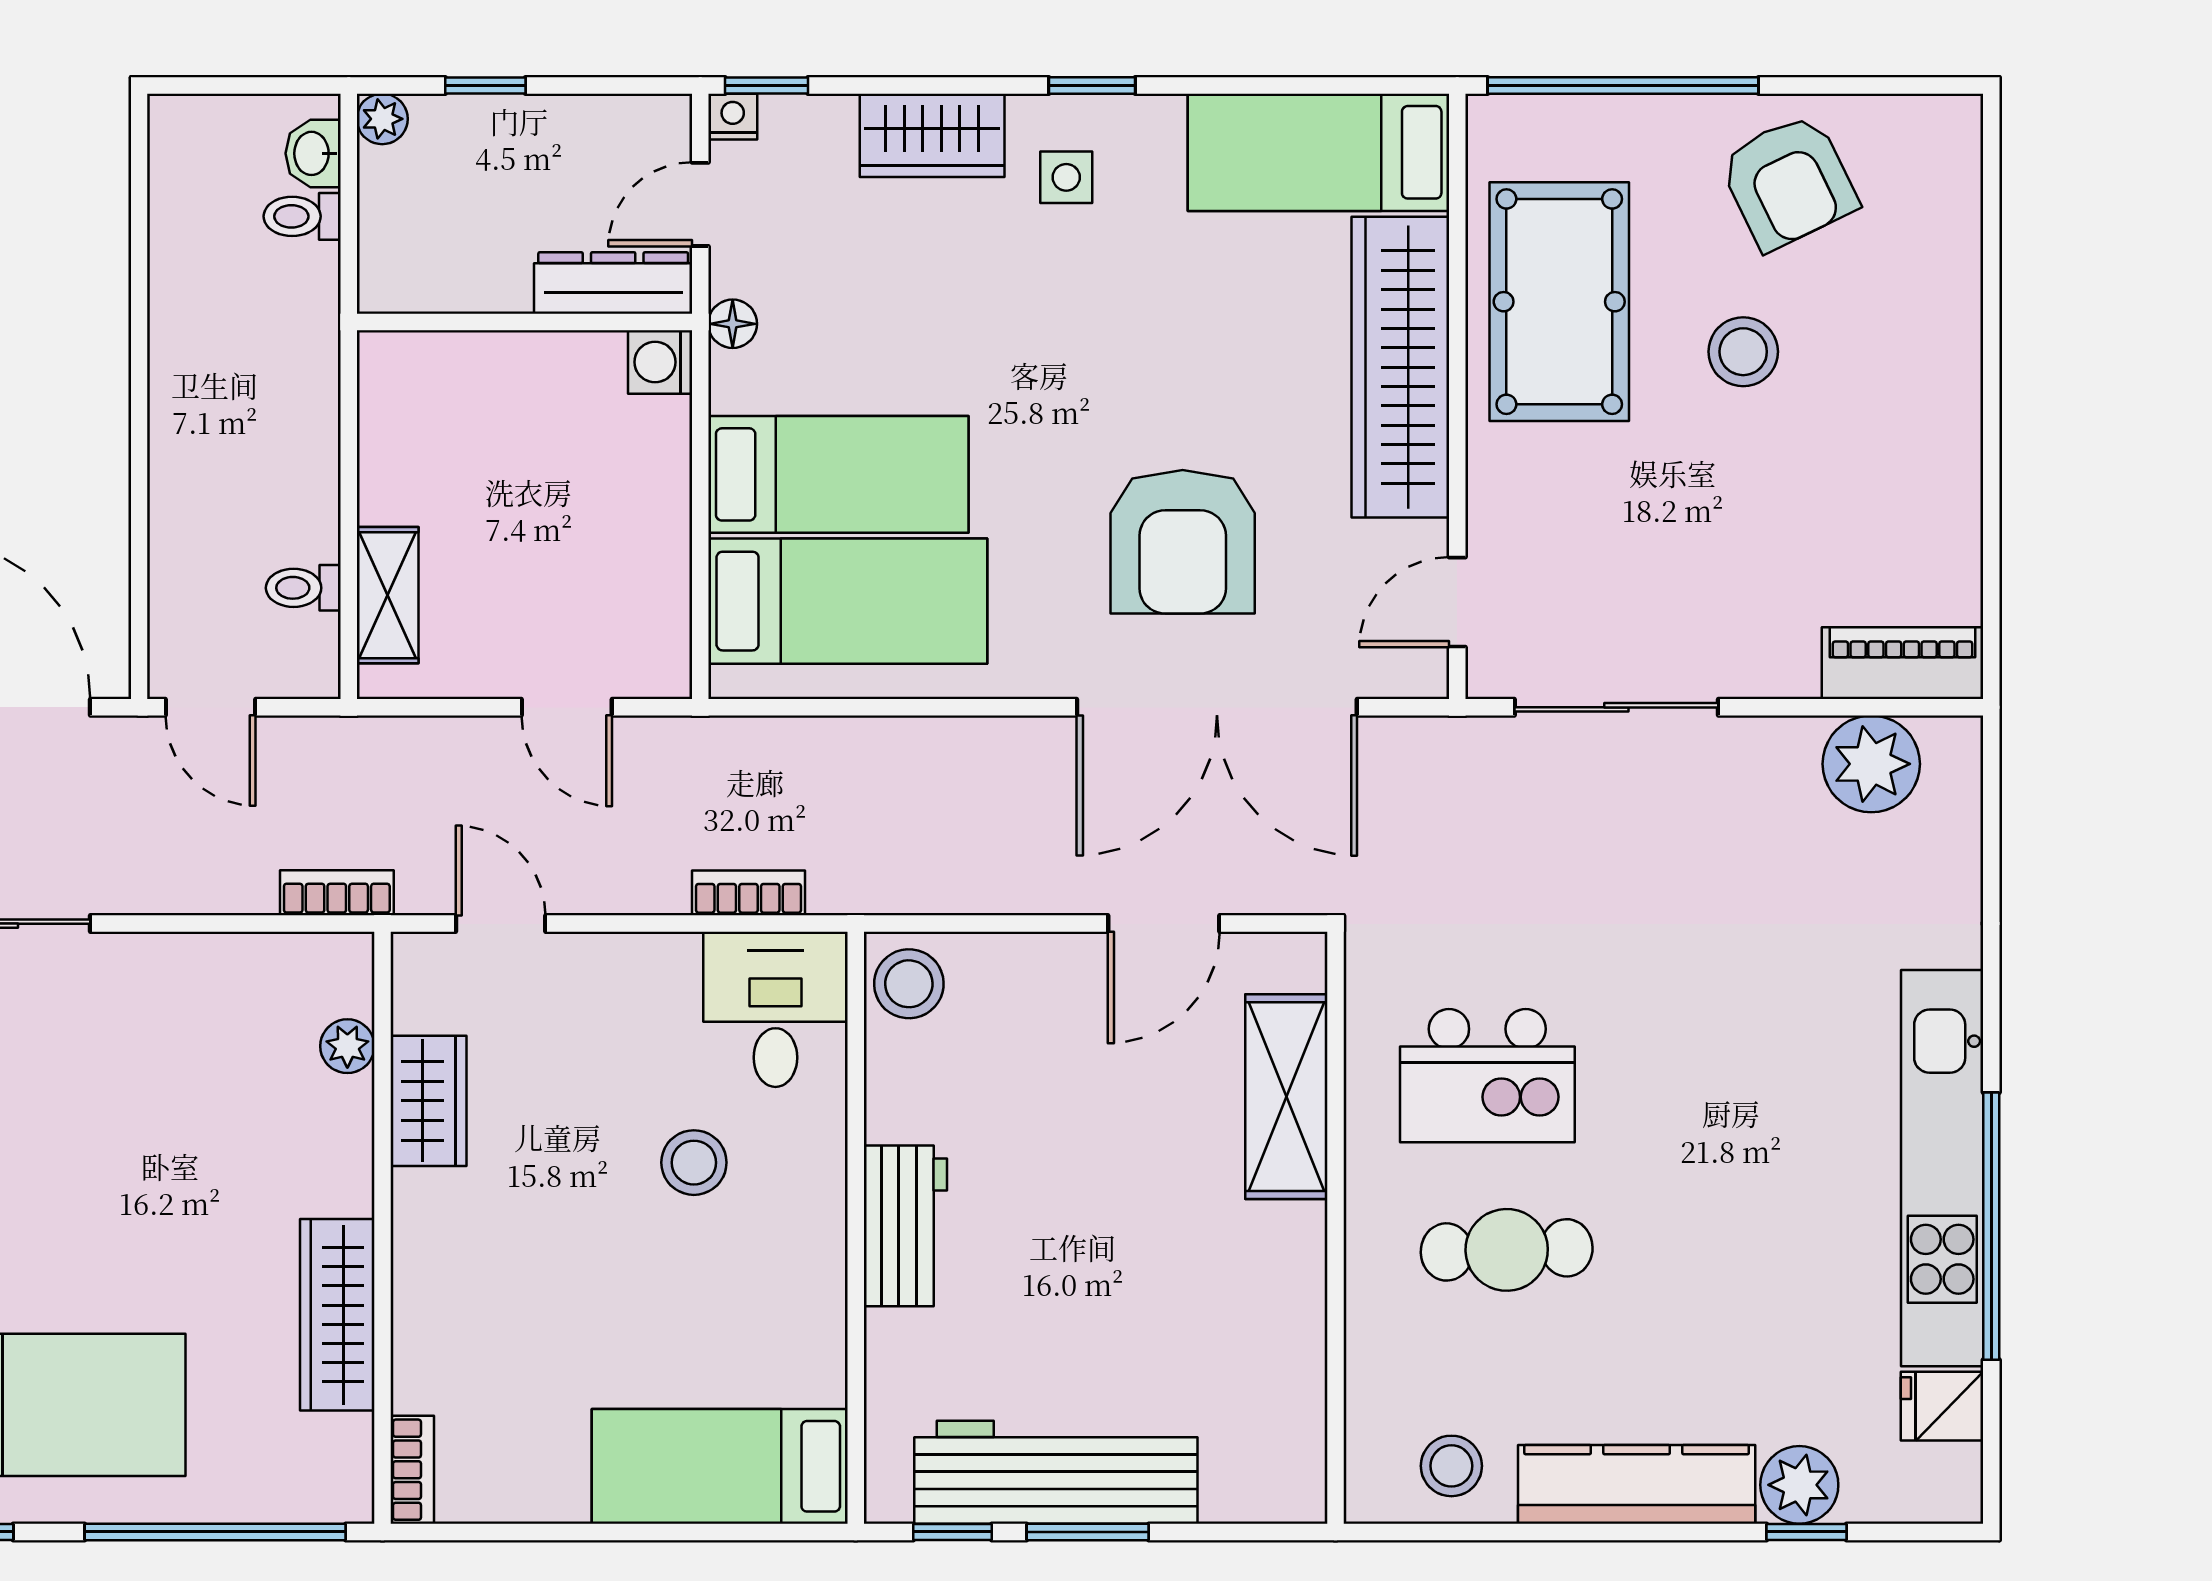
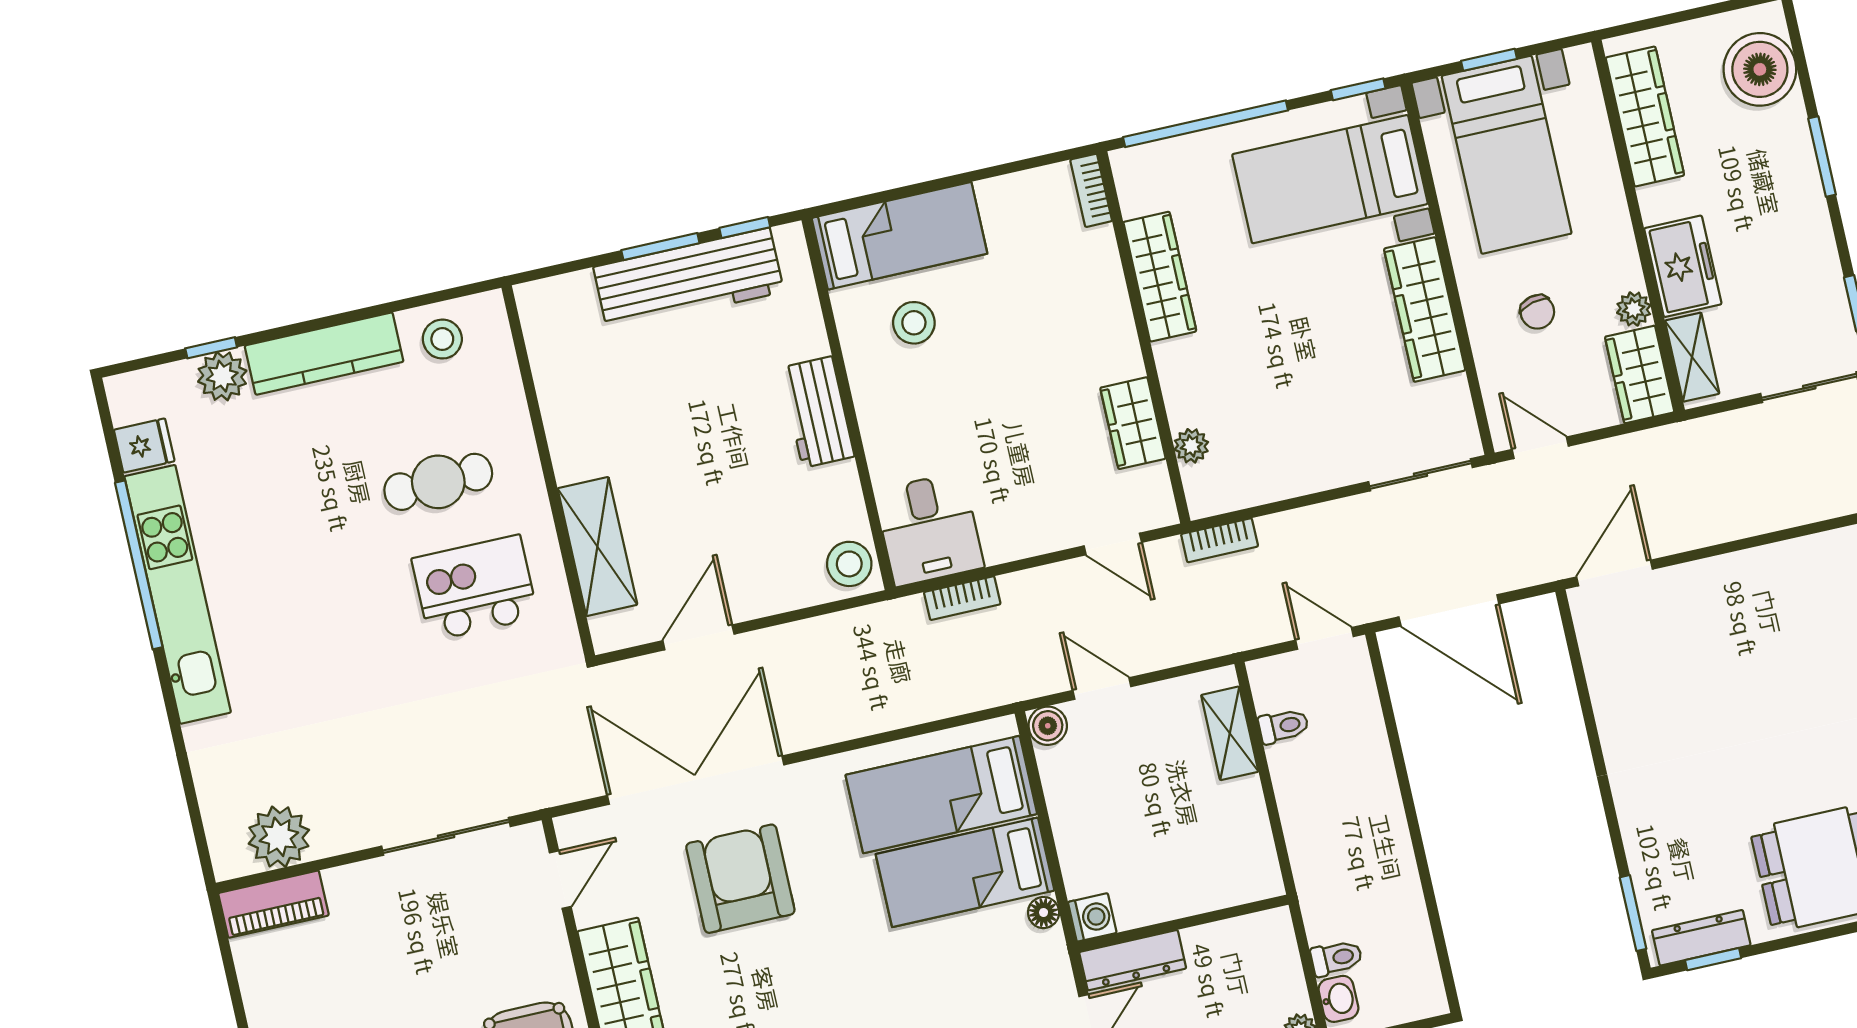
floor lamp: (733, 324) -> (1044, 913), moved
boiler: (662, 669) -> (1048, 726), added
stool: (694, 1163) -> (914, 323), moved

